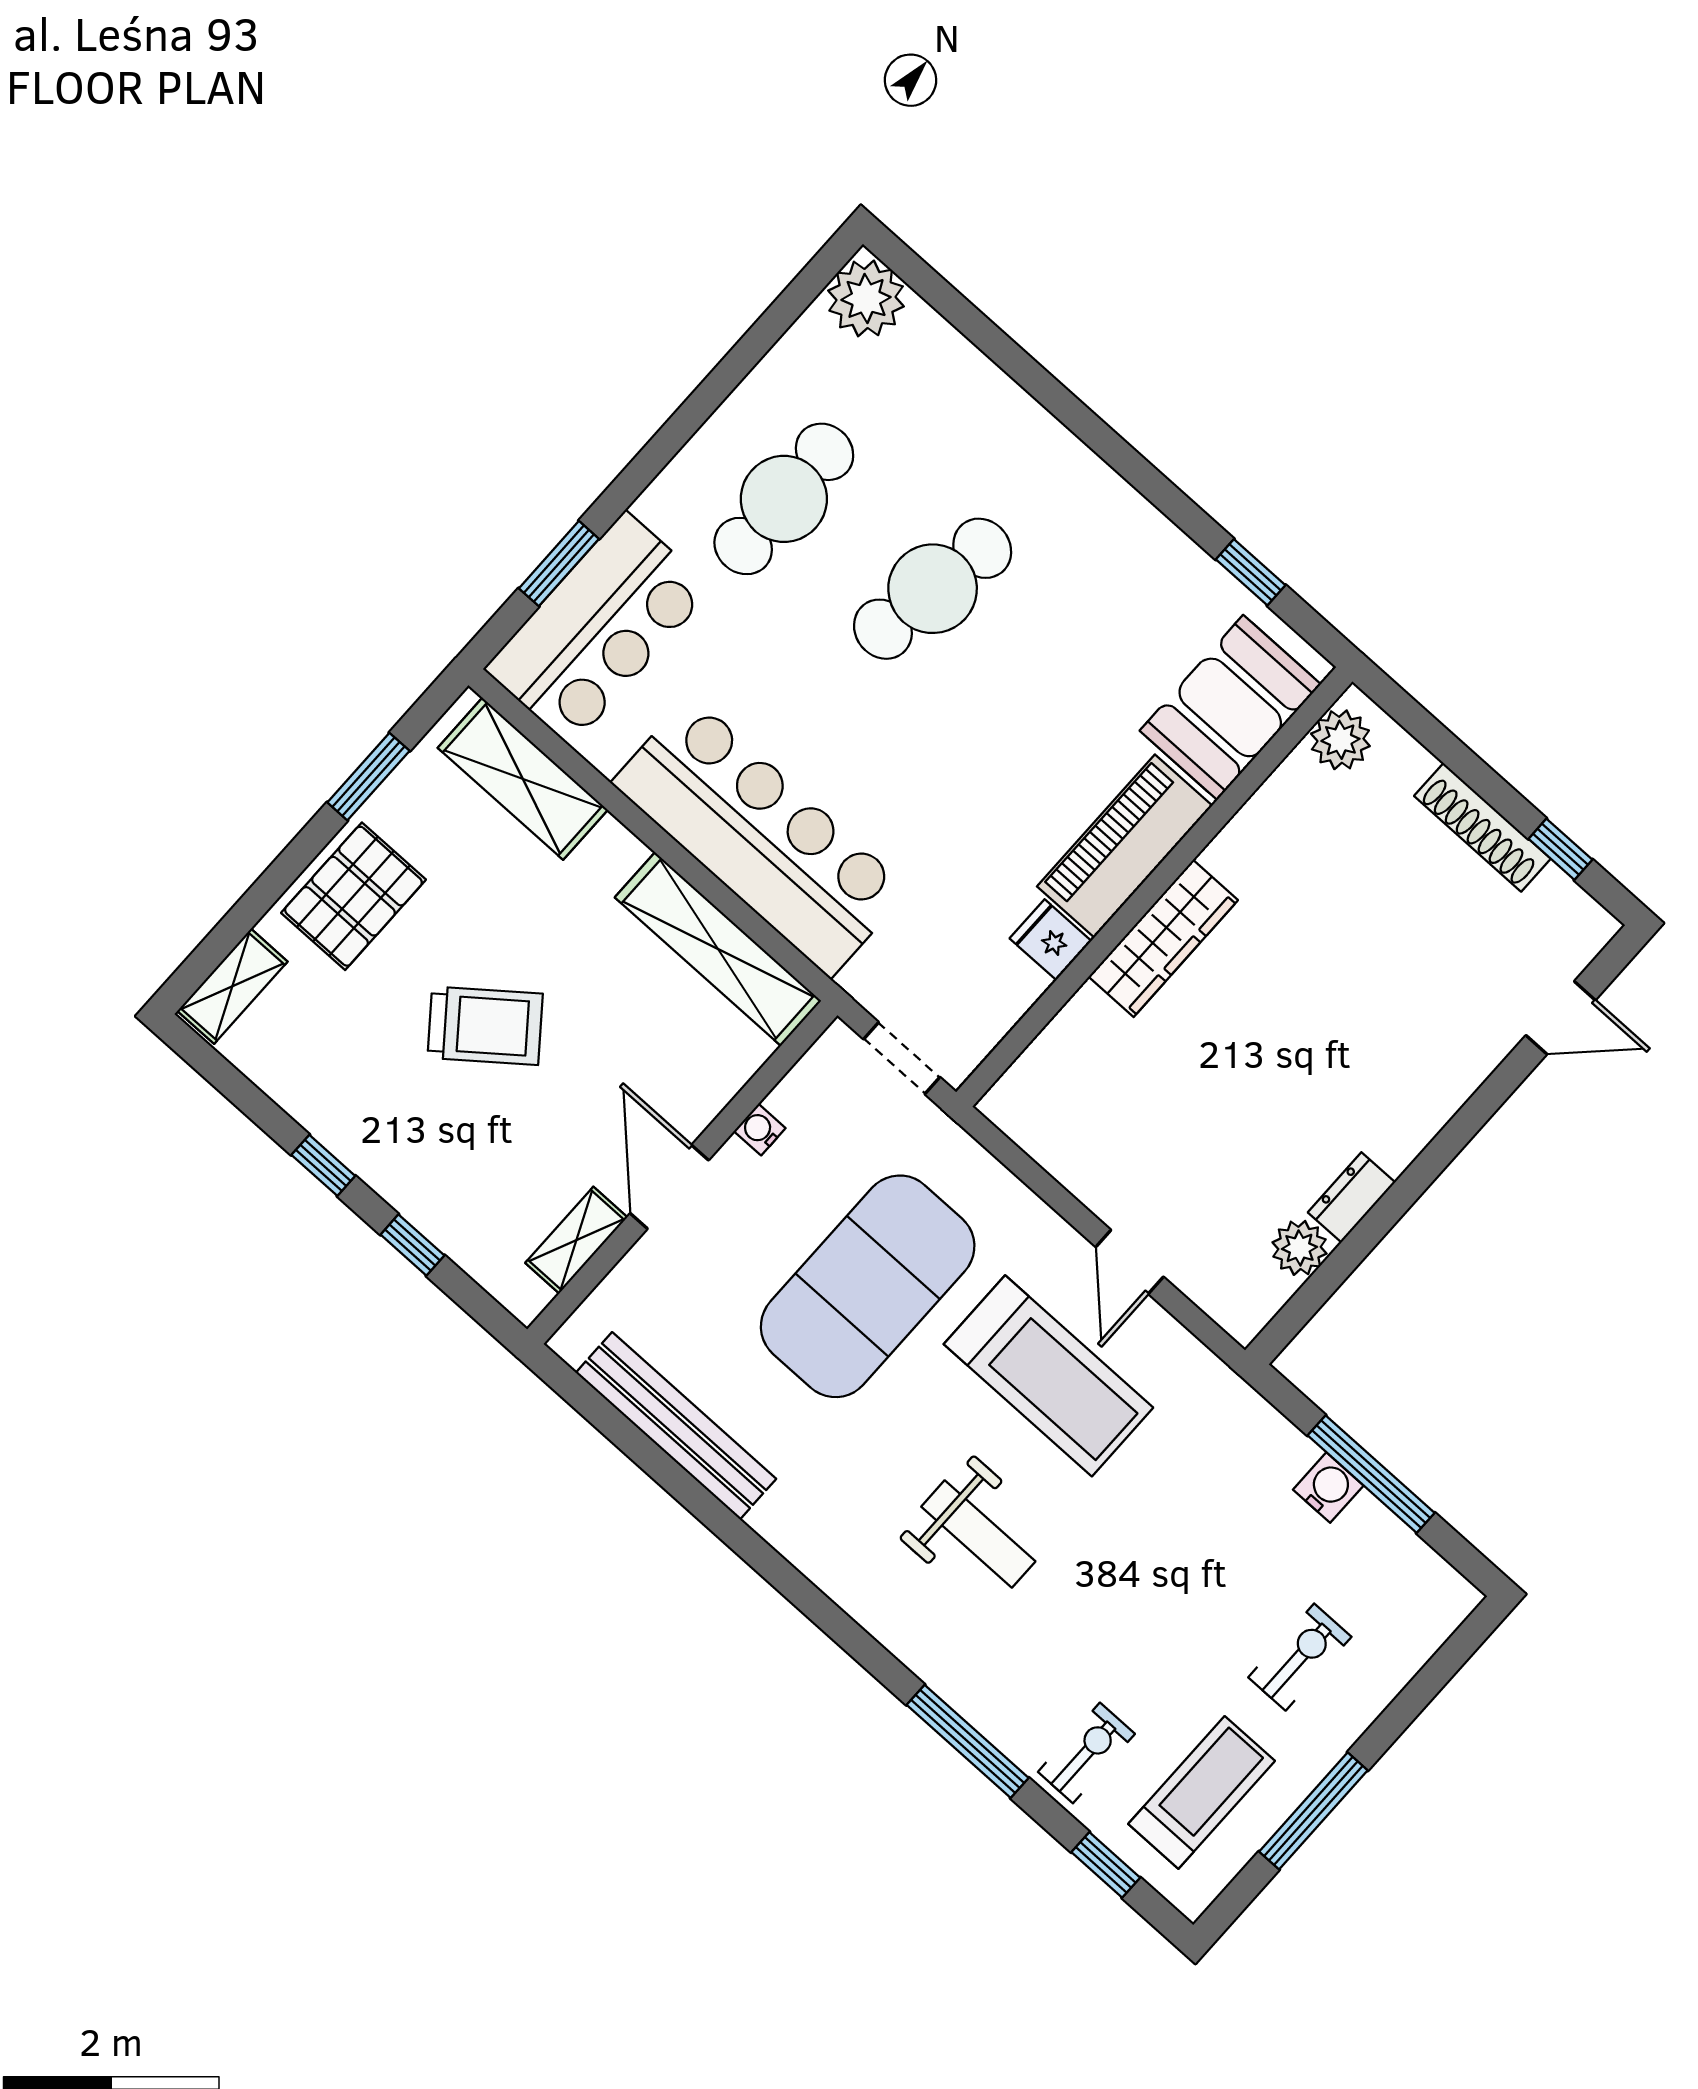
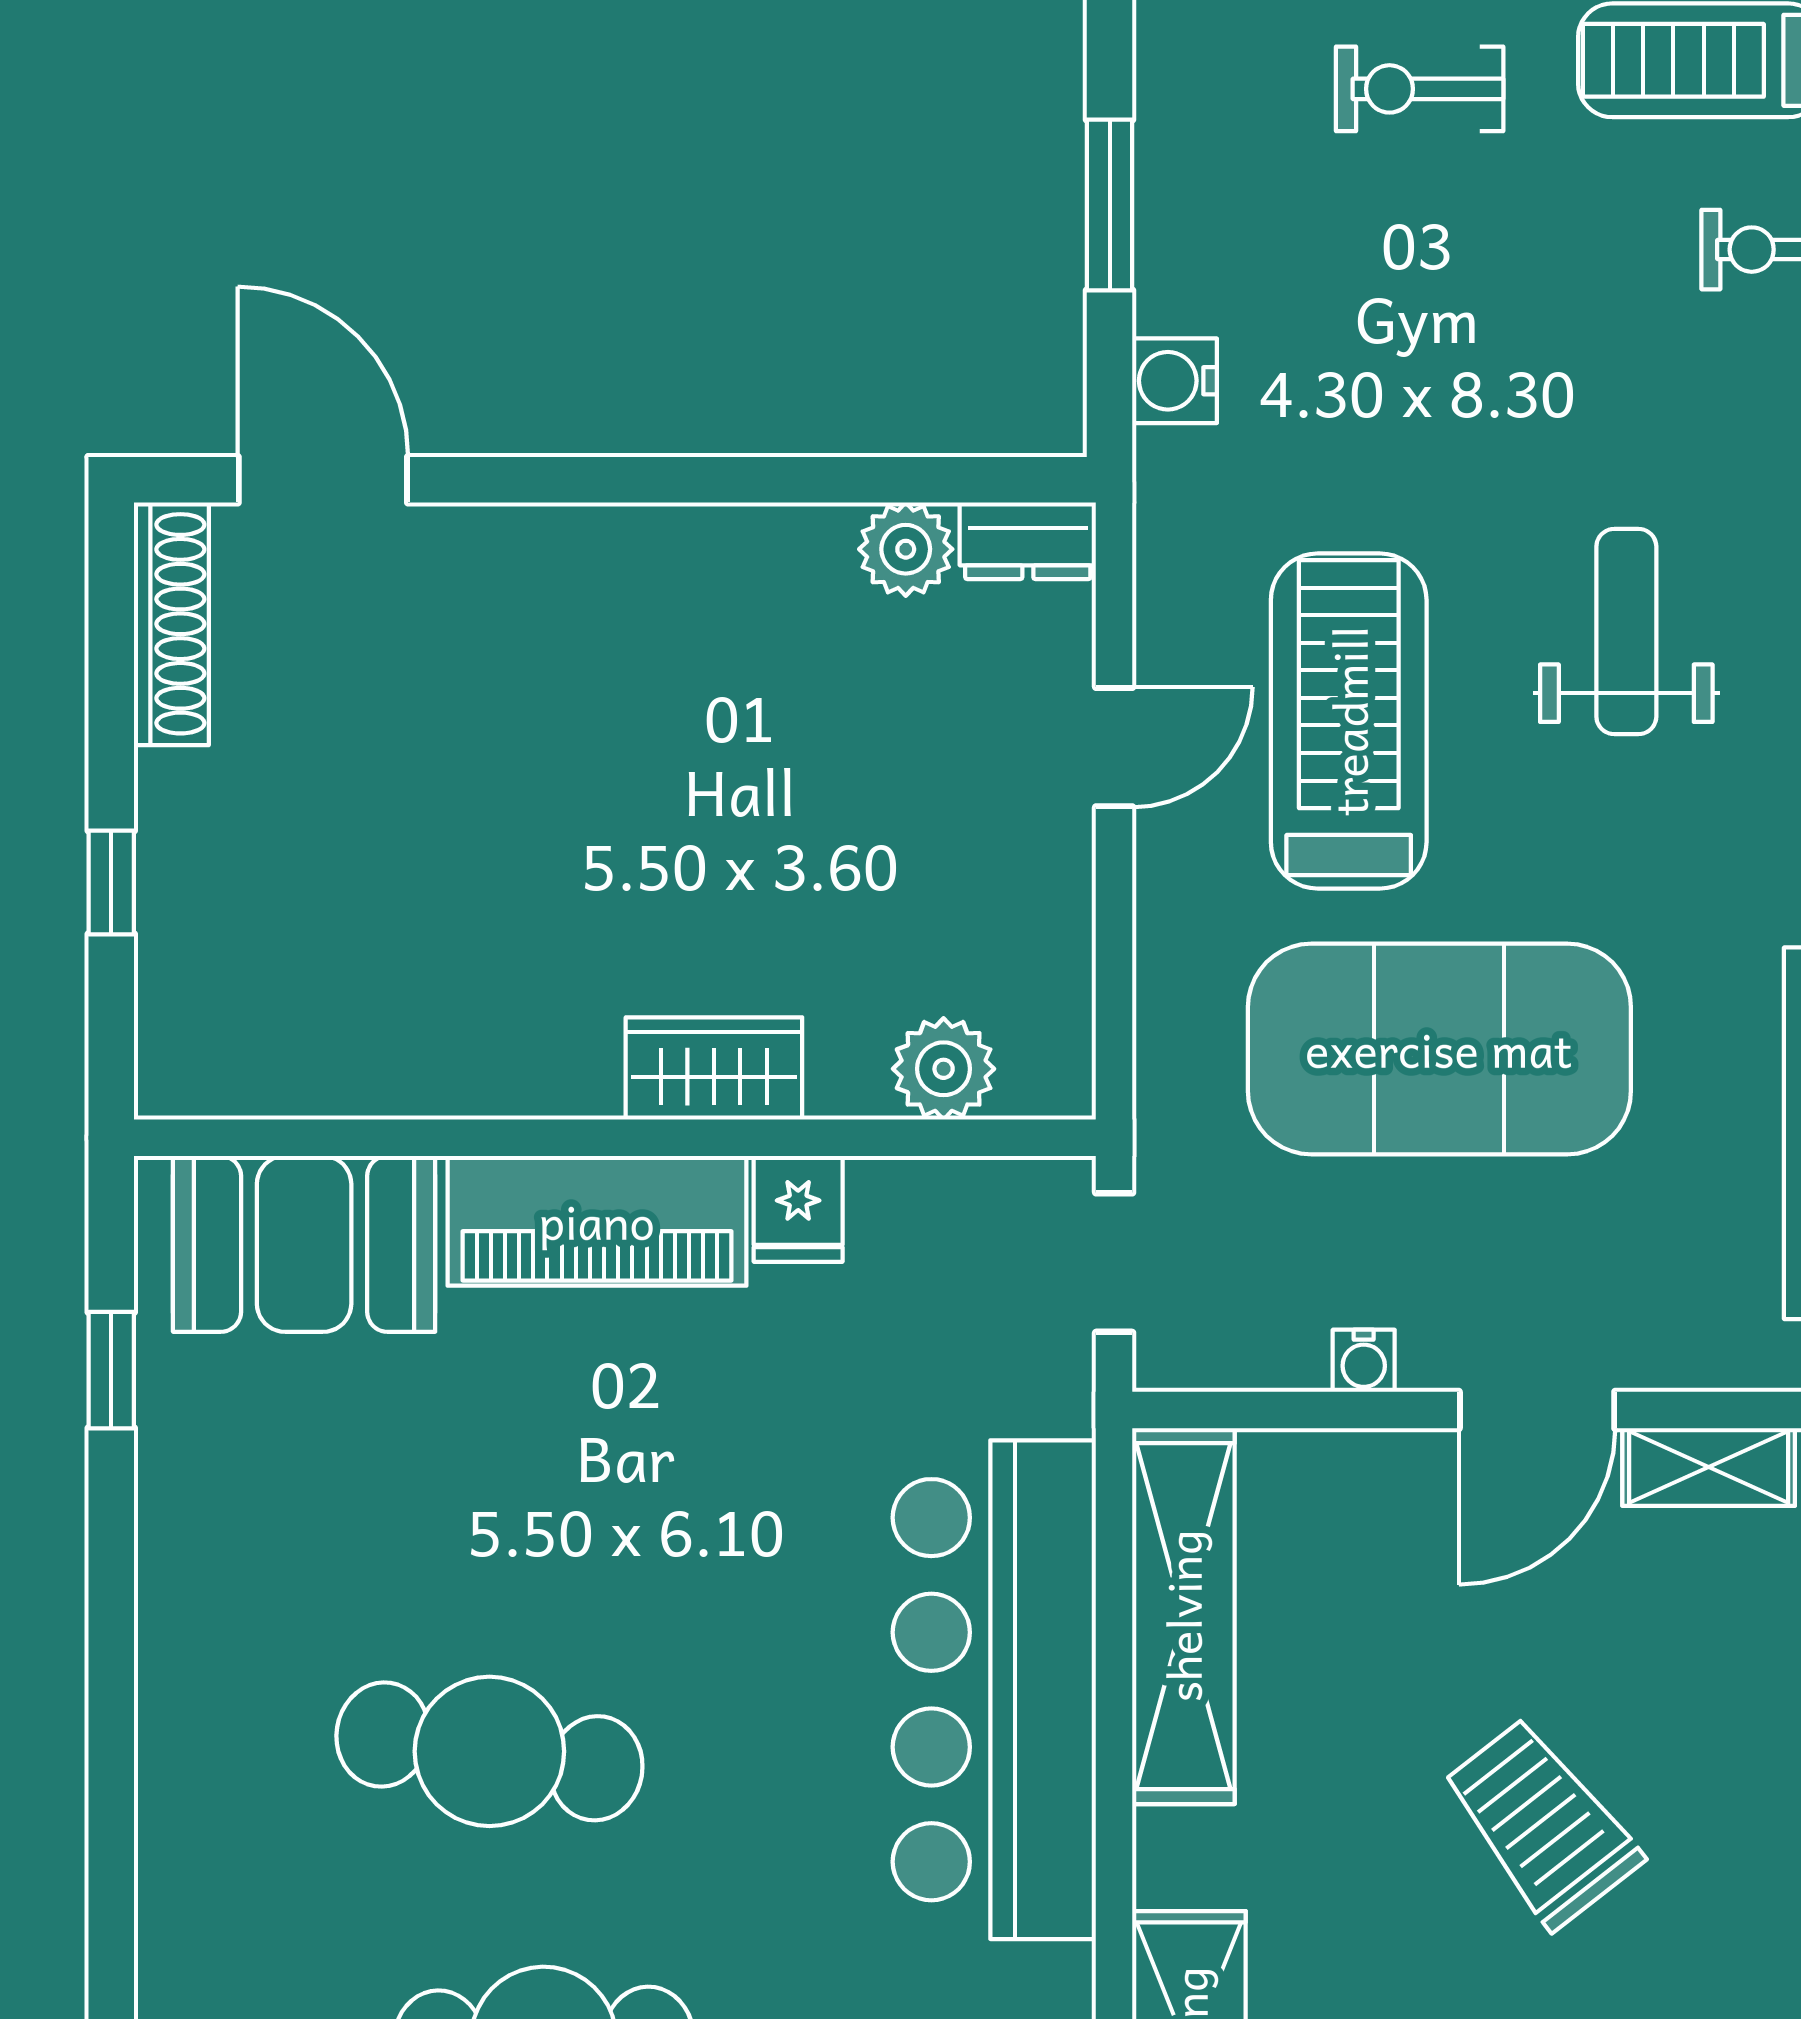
plant: (1340, 740) -> (944, 1069), moved
shoe rack: (1482, 827) -> (171, 624), moved
window: (1560, 849) -> (111, 882), moved
wardrobe: (1163, 938) -> (714, 1068), width x0.67
door: (1561, 1018) -> (323, 480), width x1.38
dresser: (1352, 1197) -> (1028, 541), moved
window: (1371, 1474) -> (1110, 205), width x0.69
water cooler: (1328, 1488) -> (1175, 381), moved

